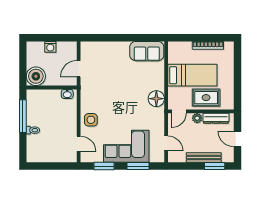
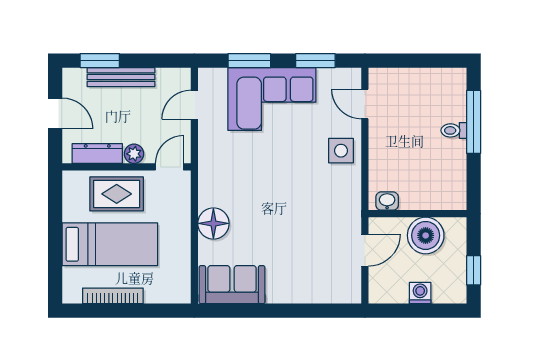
window: (23, 58) -> (474, 270), added
bed: (192, 75) -> (110, 244), moved, turned 180
boiler: (36, 76) -> (426, 235), moved
floor lamp: (156, 99) -> (213, 223), moved
window: (23, 116) -> (474, 122), moved
door: (166, 143) -> (194, 105), hinge flipped

